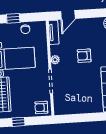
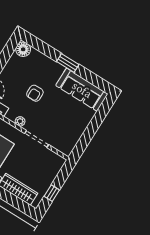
armchair: (41, 108) -> (54, 164), removed

